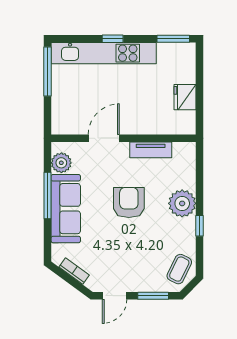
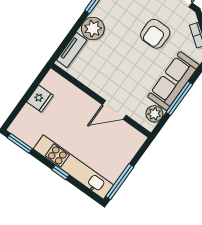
tv unit: (151, 150) -> (72, 50), moved, turned 90
armchair: (129, 202) -> (155, 34), moved

